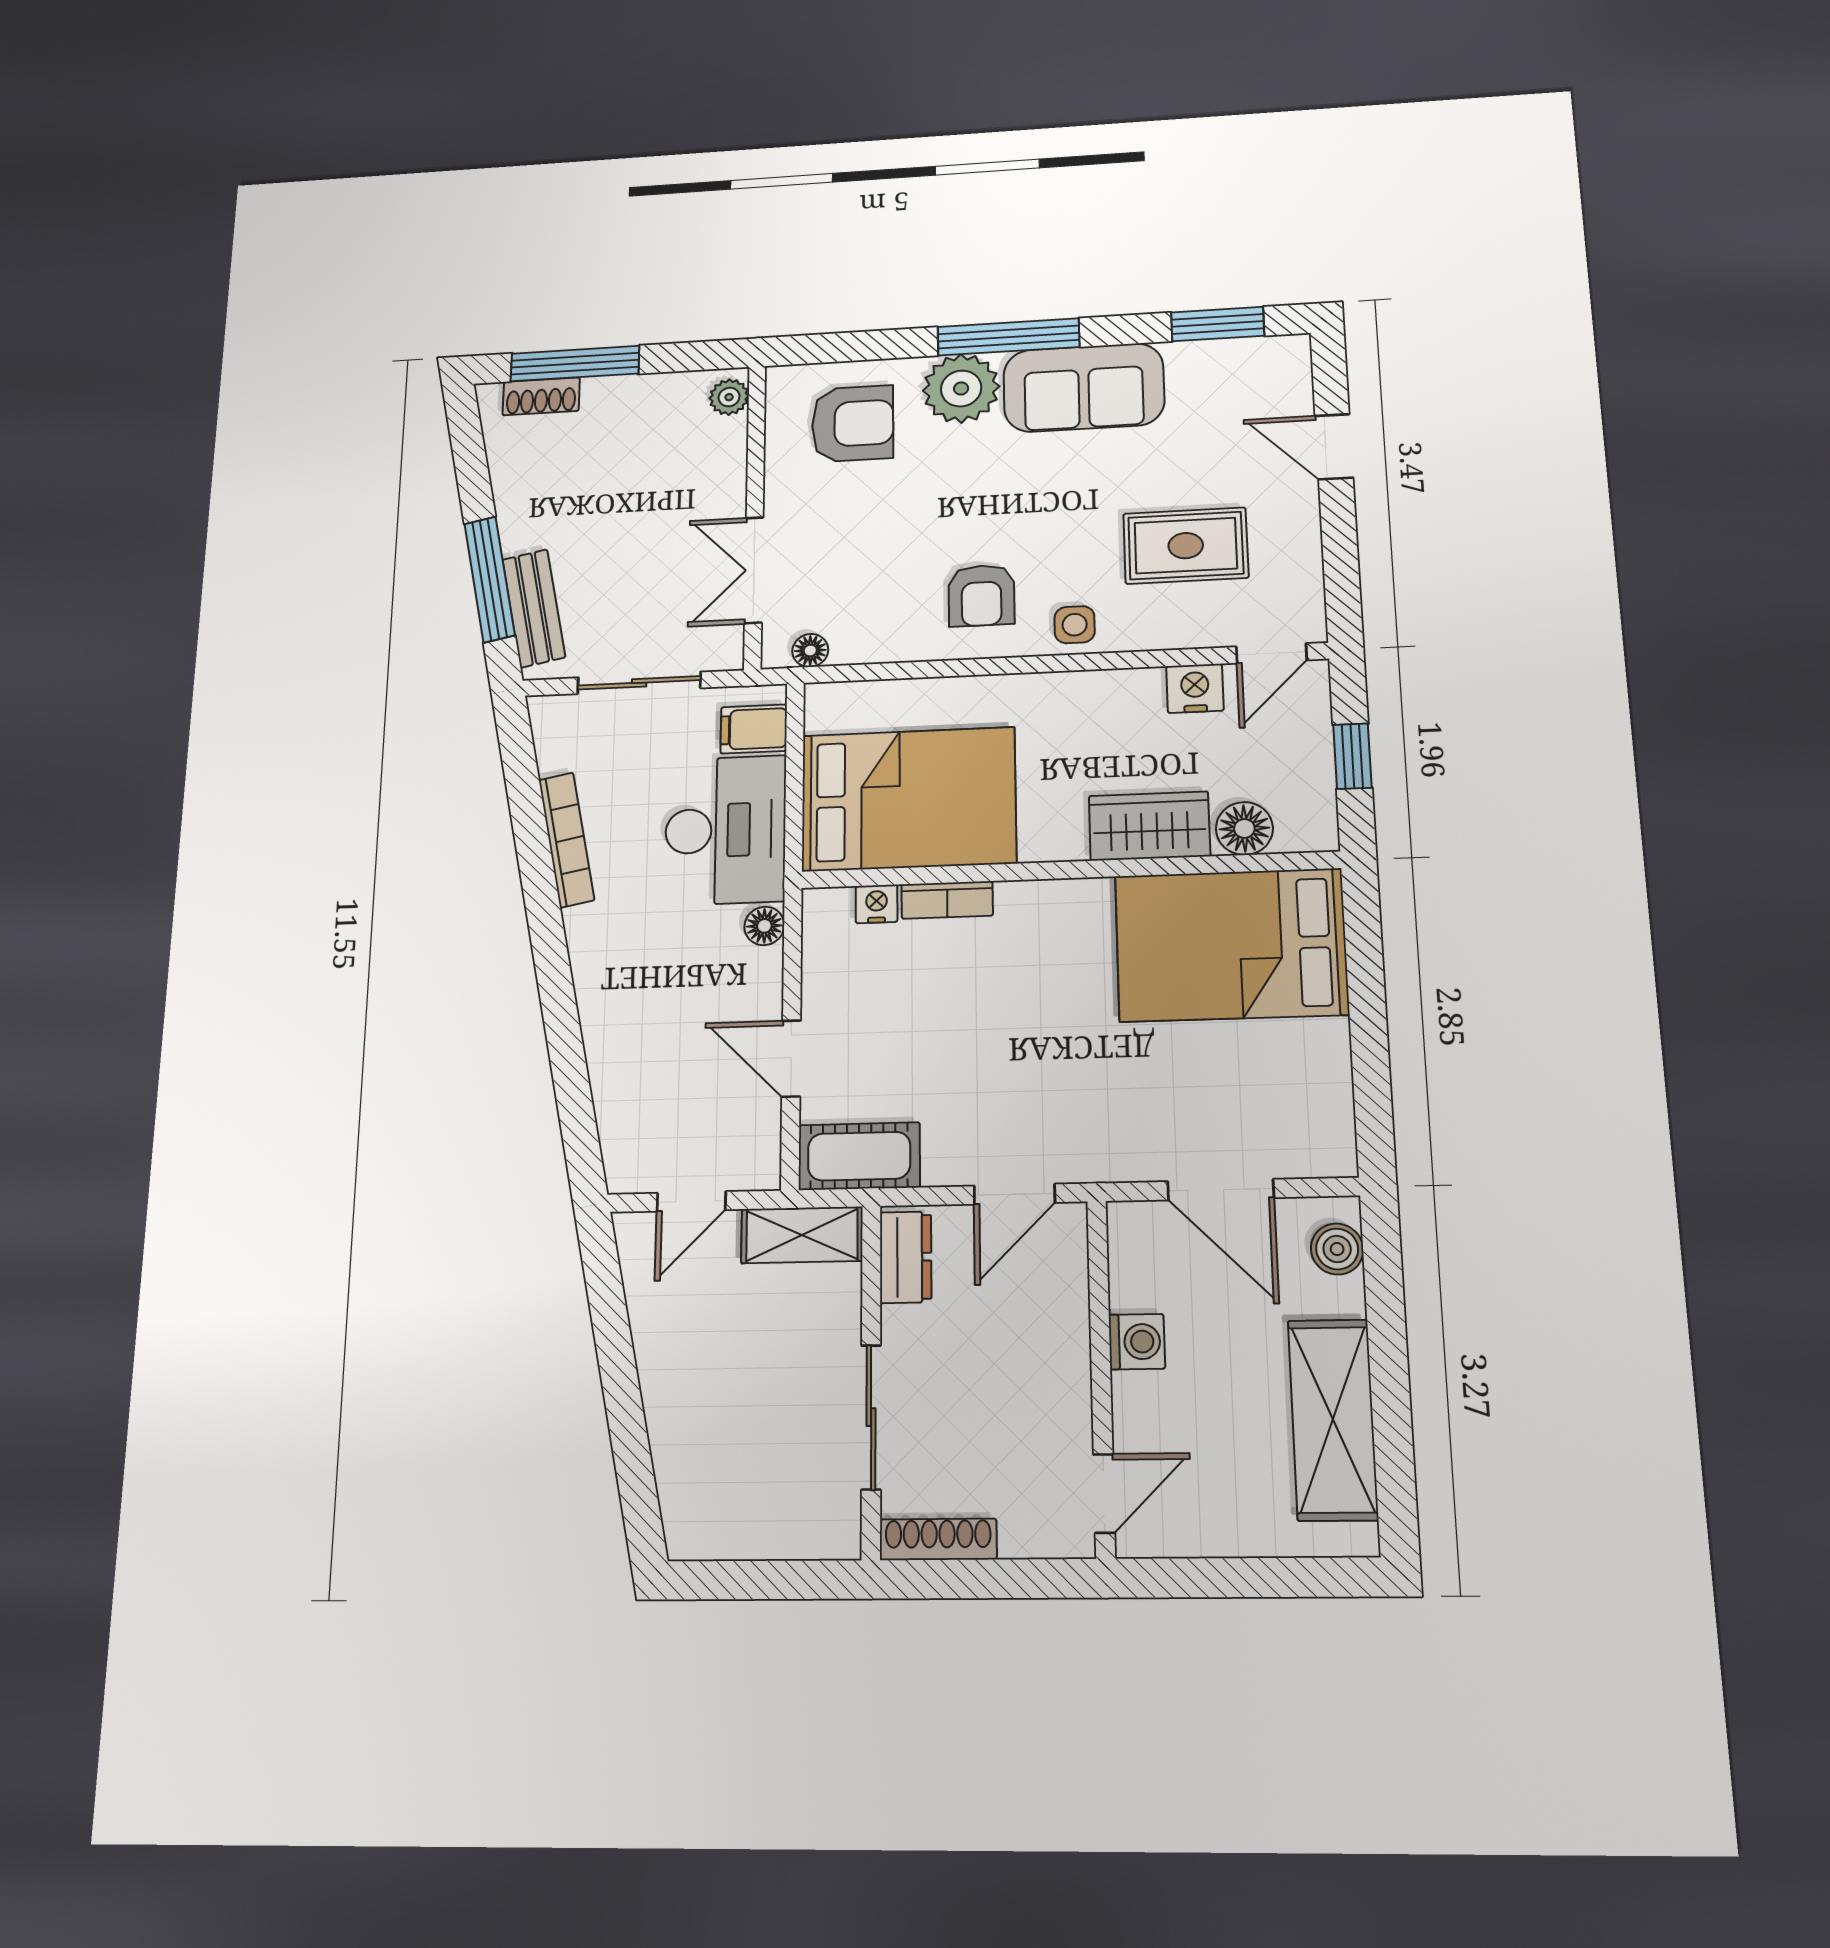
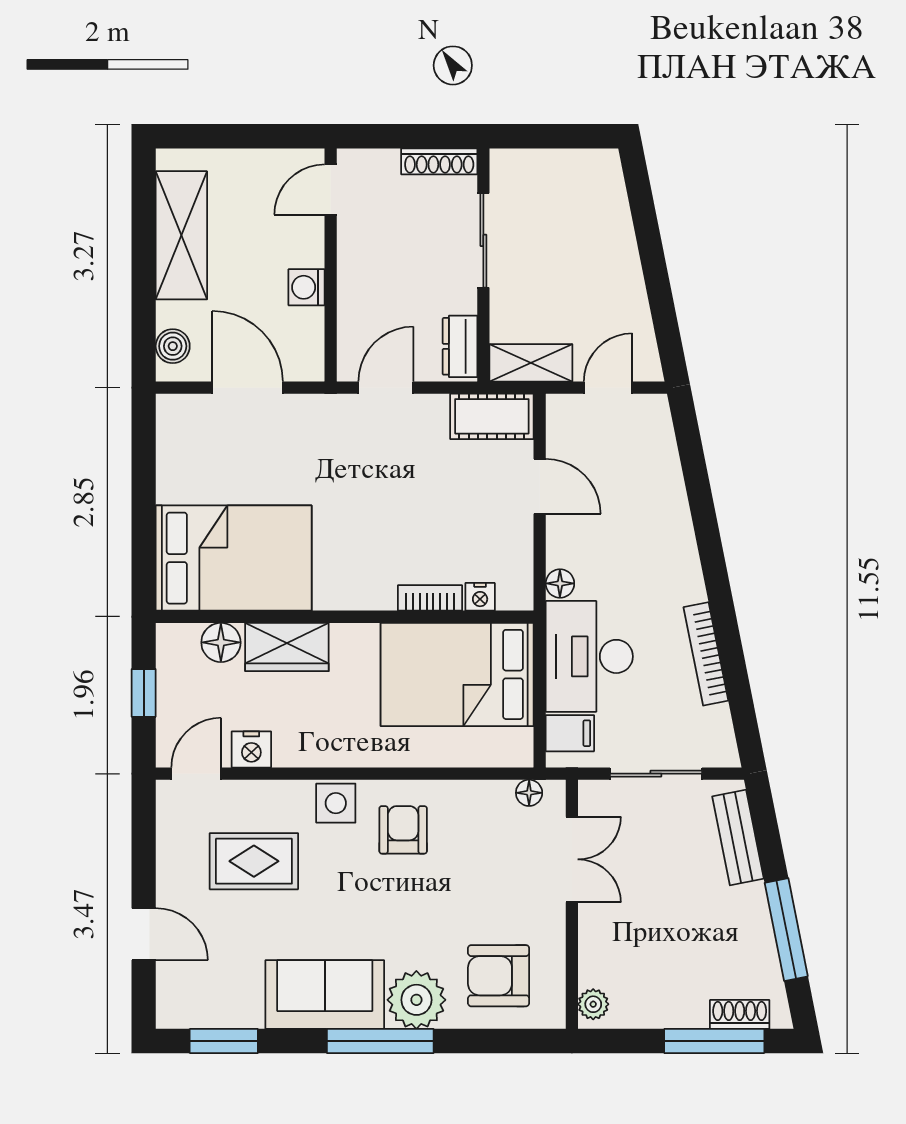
window: (490, 579) -> (786, 930), moved
side table: (1075, 625) -> (336, 803), width x1.37, depth x1.37

